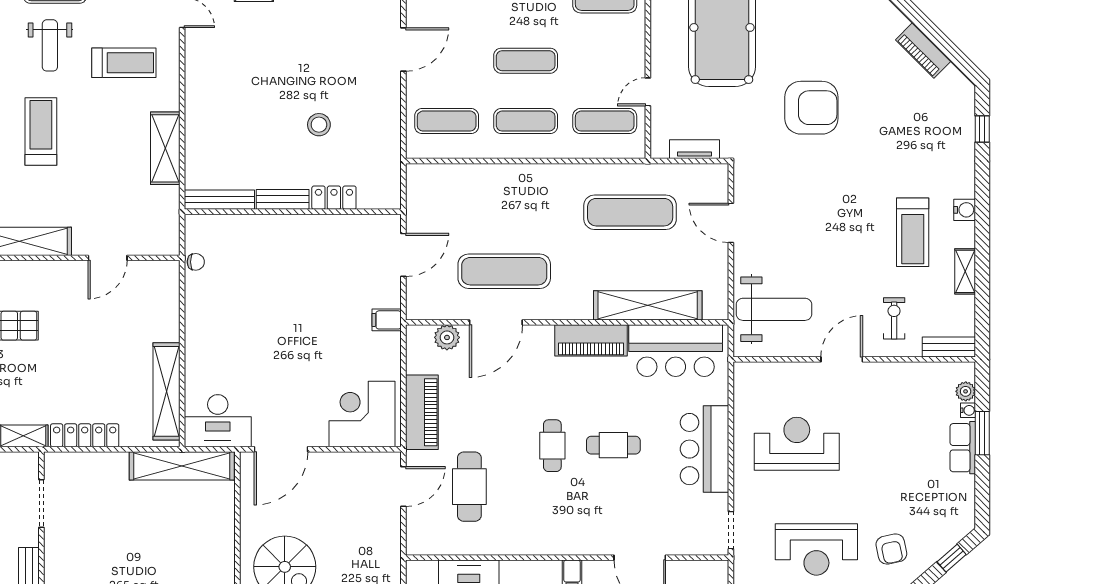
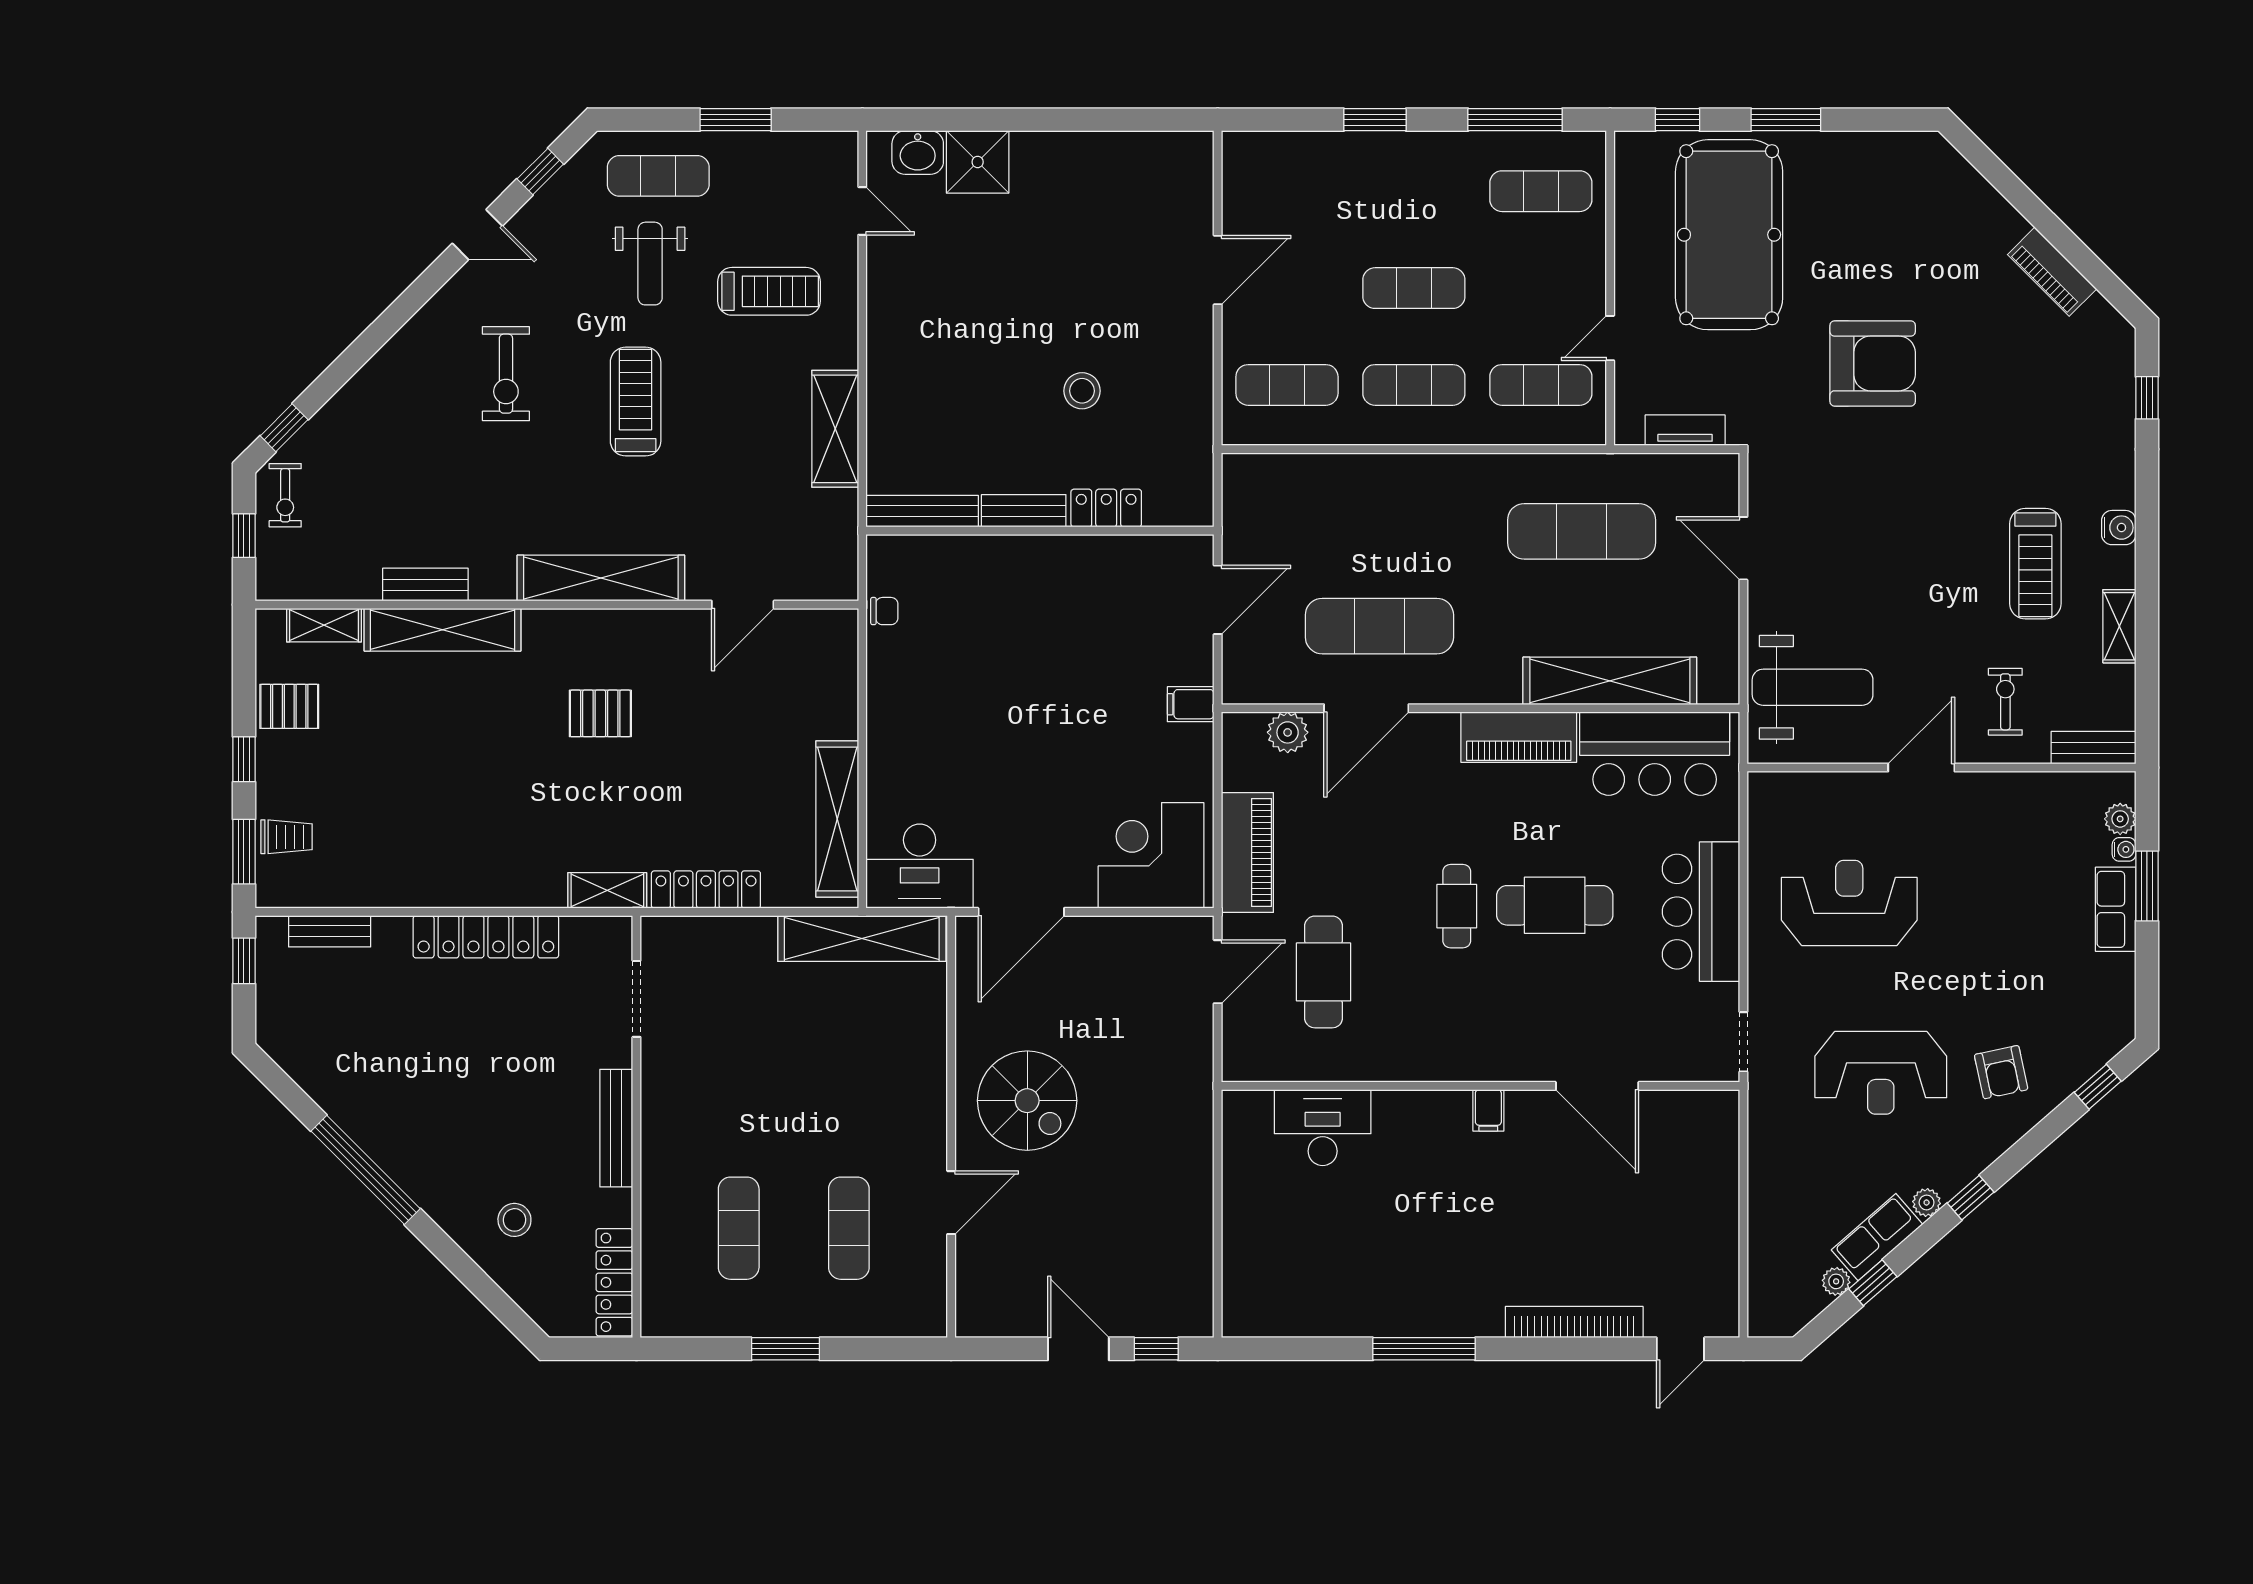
cafe table: (613, 445) -> (1555, 905), width x1.37, depth x1.35

